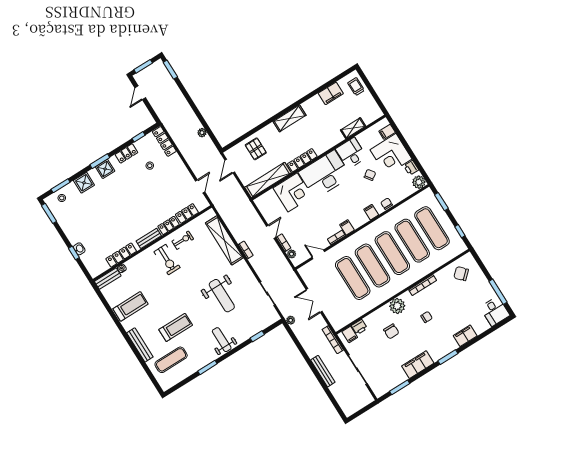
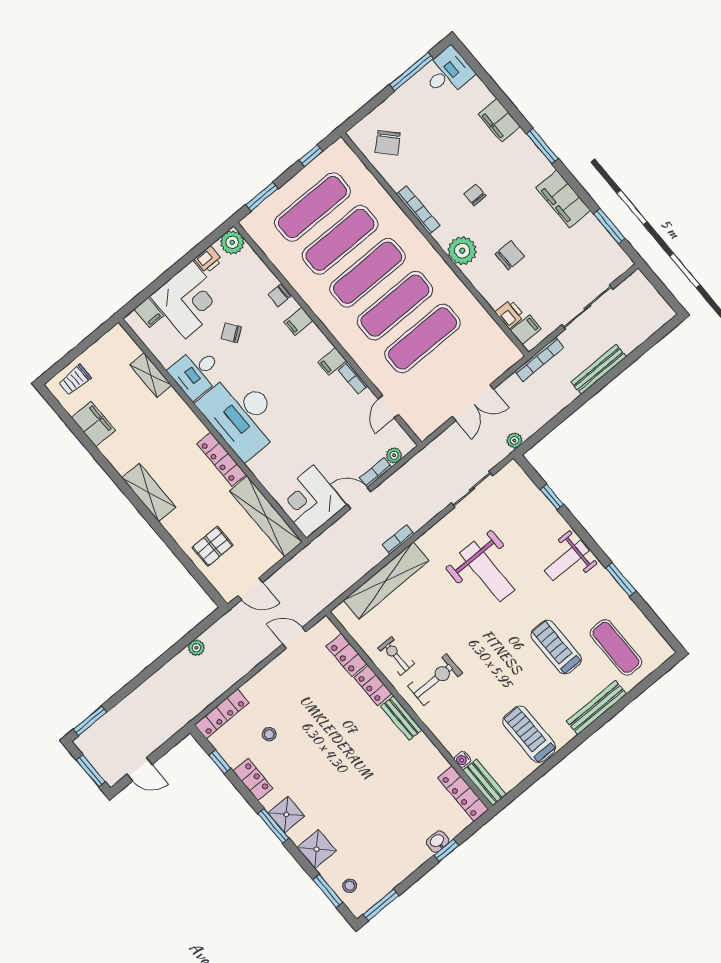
corner desk: (293, 192) -> (310, 502), moved, turned -90
locker: (121, 255) -> (463, 793), moved
weight bench: (222, 296) -> (487, 571), turned 90

